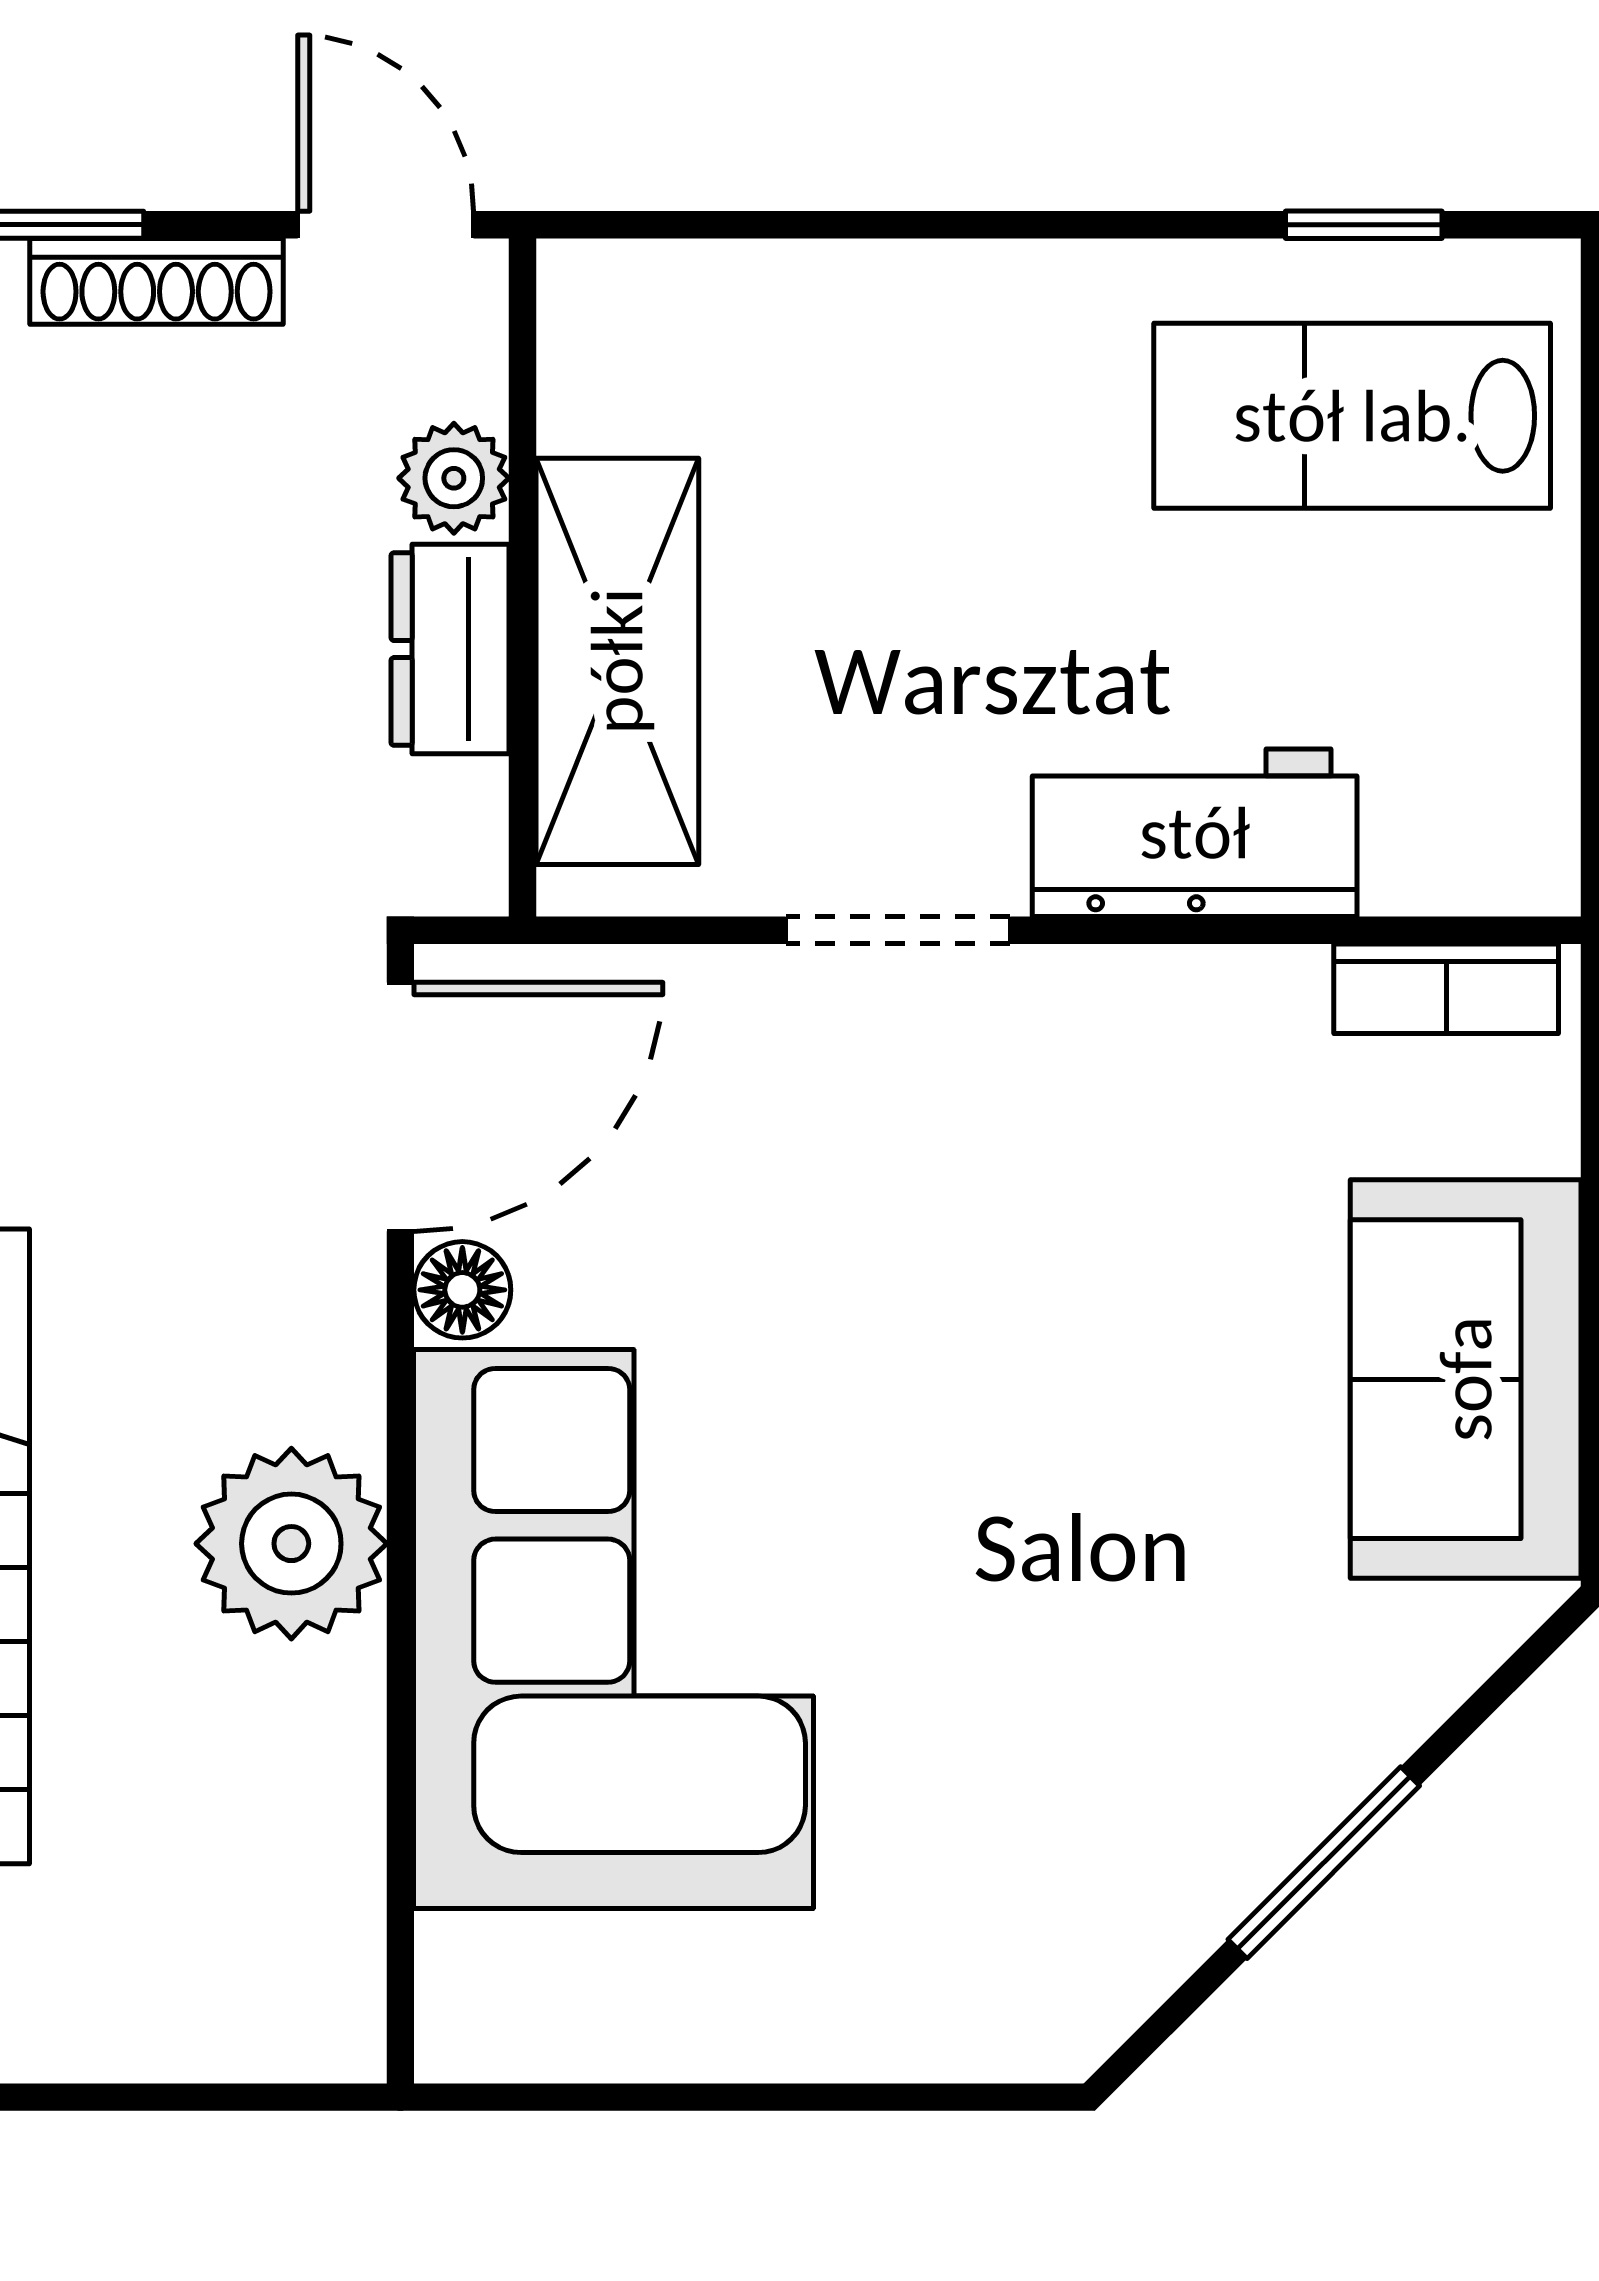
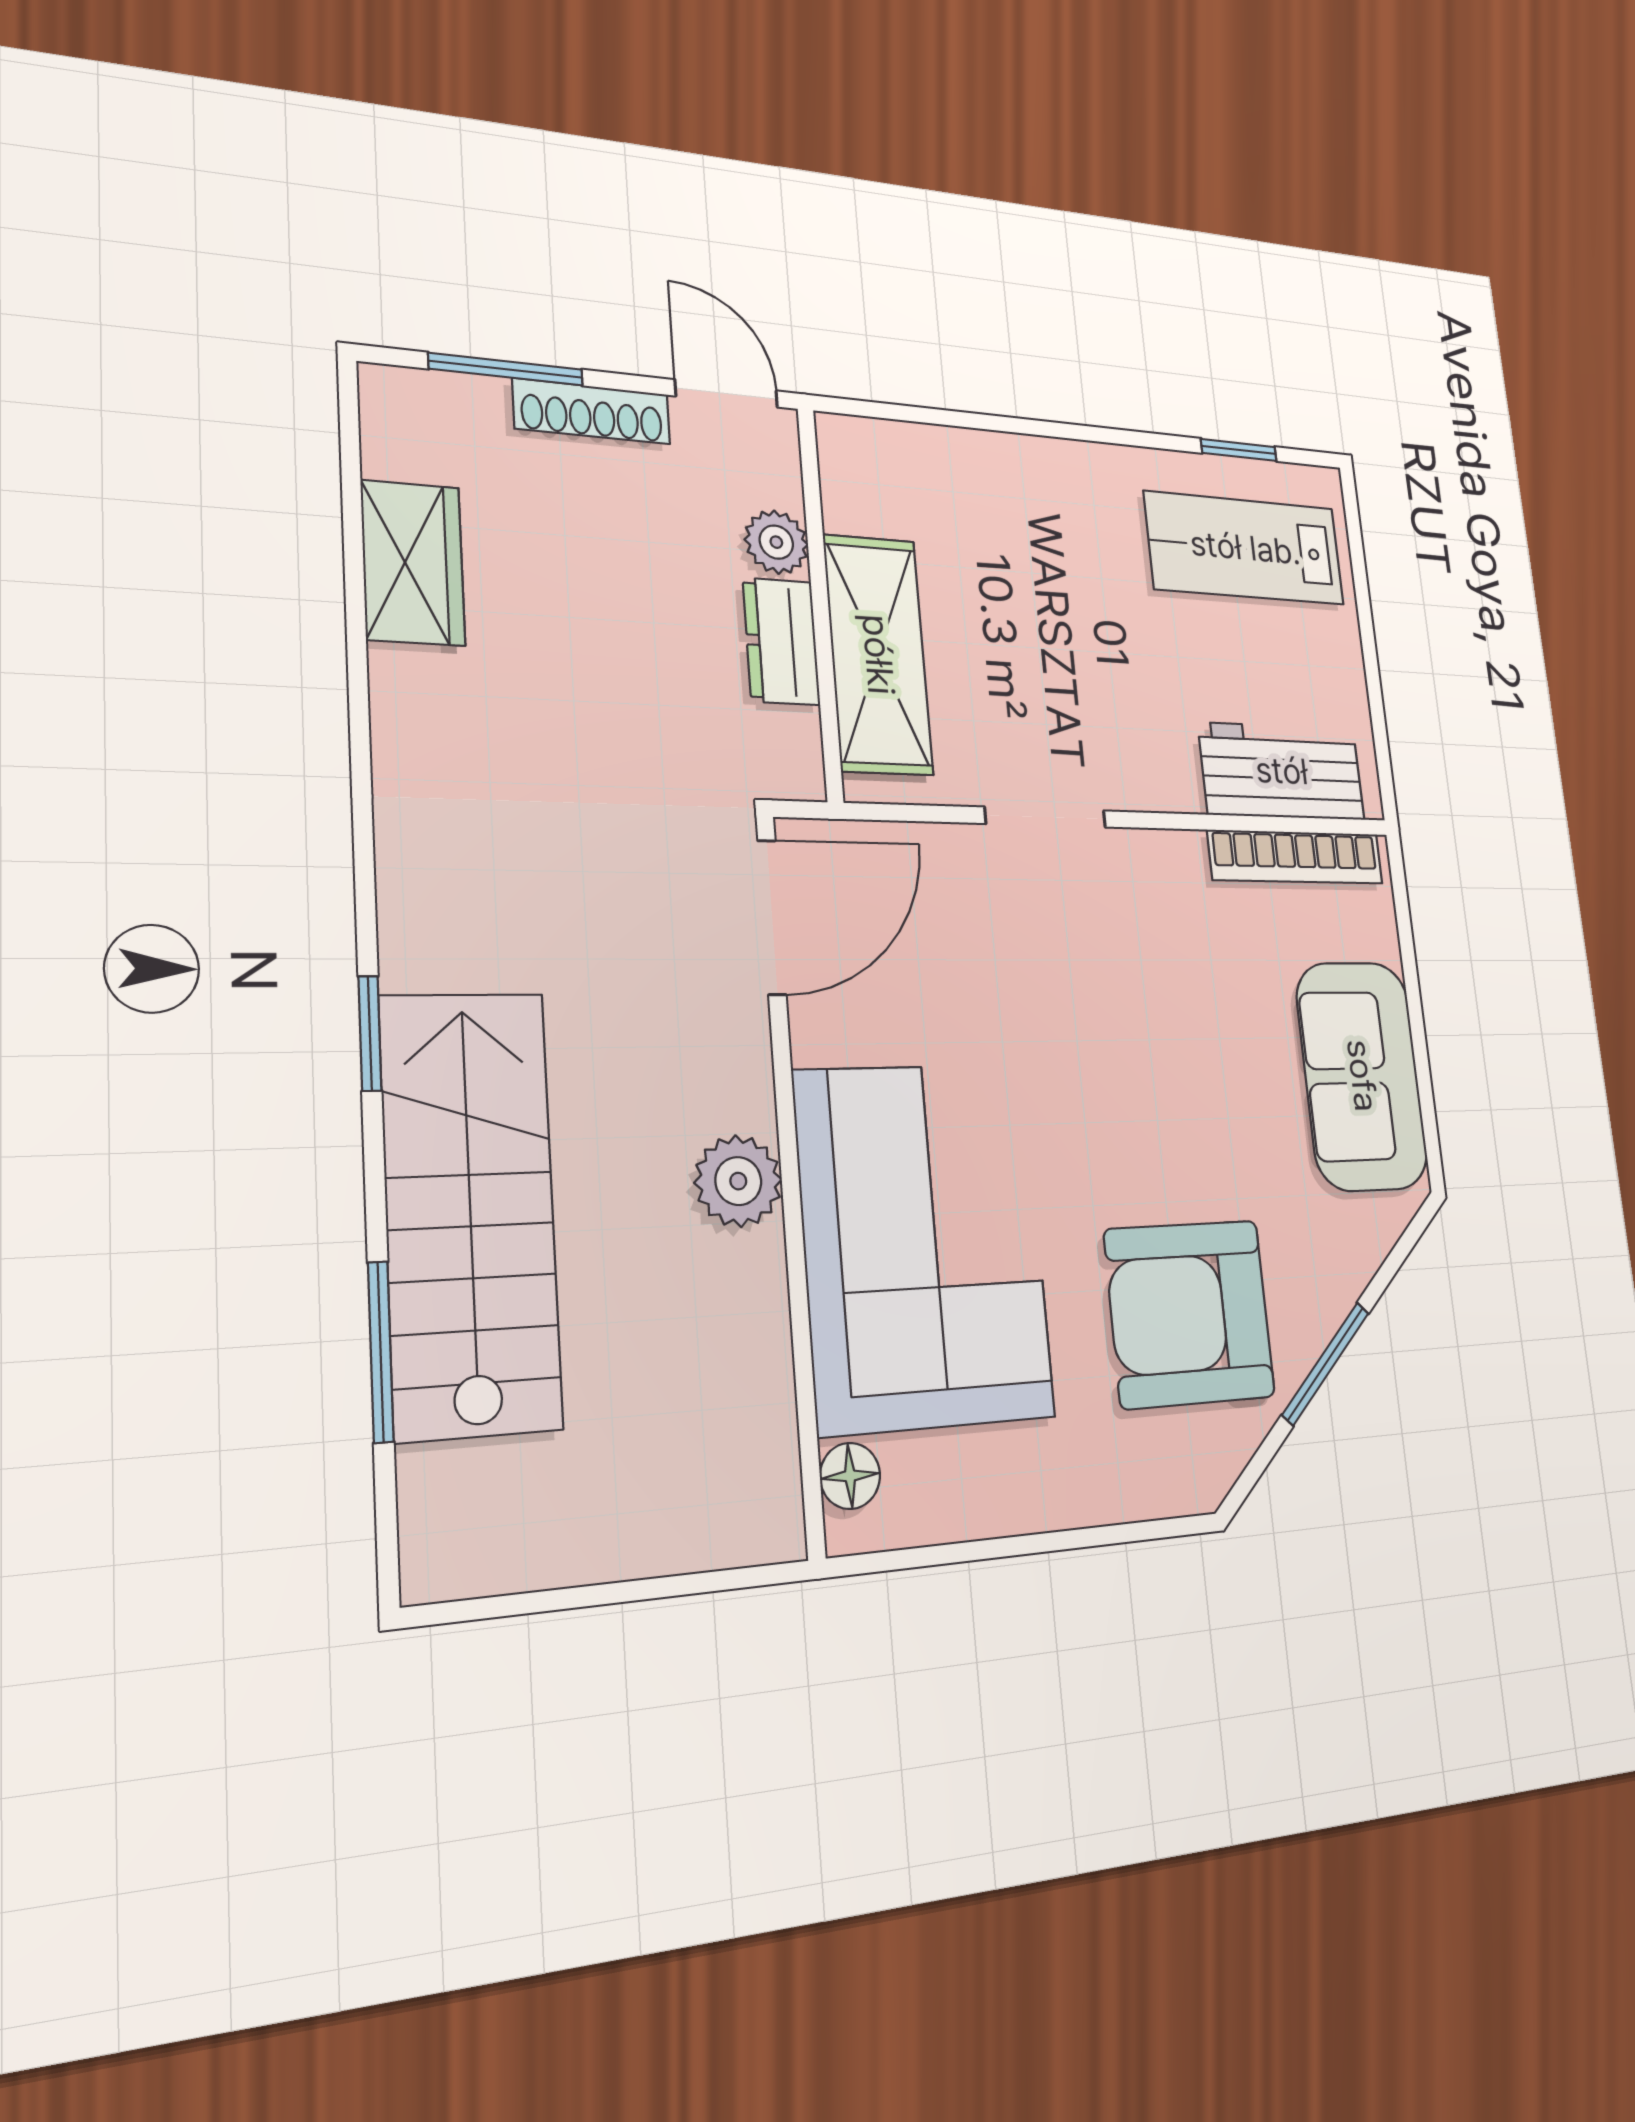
workbench: (1195, 833) -> (1282, 771), moved
bookcase: (1446, 989) -> (1296, 857), width x1.56
floor lamp: (462, 1290) -> (850, 1476), moved
plant: (291, 1544) -> (738, 1181), width x0.73, depth x0.73
armchair: (1074, 1764) -> (1190, 1313), added

